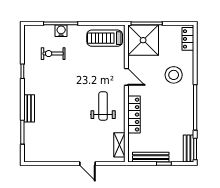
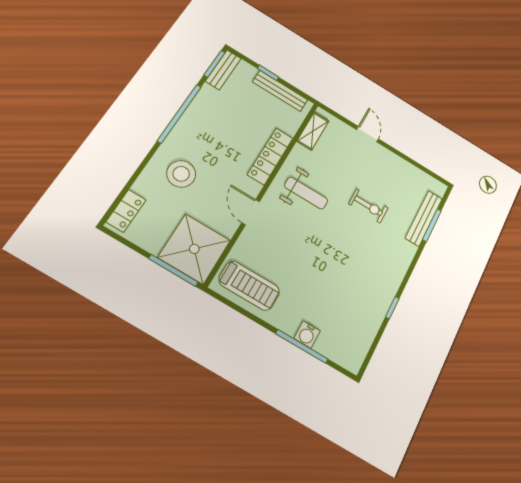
exercise bike: (53, 54) -> (368, 206), moved
weight bench: (103, 106) -> (306, 193), turned -90
bench: (29, 108) -> (424, 218), moved, width x1.36

